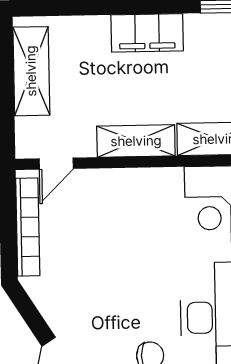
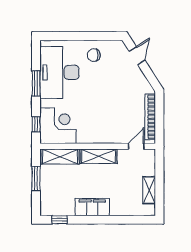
shelving: (31, 71) -> (149, 190), width x0.67, depth x0.75

